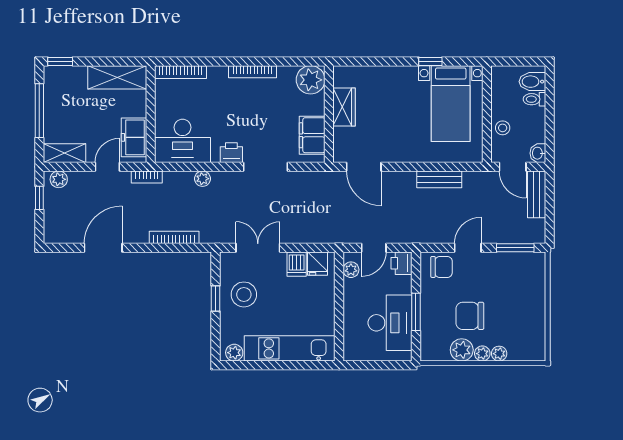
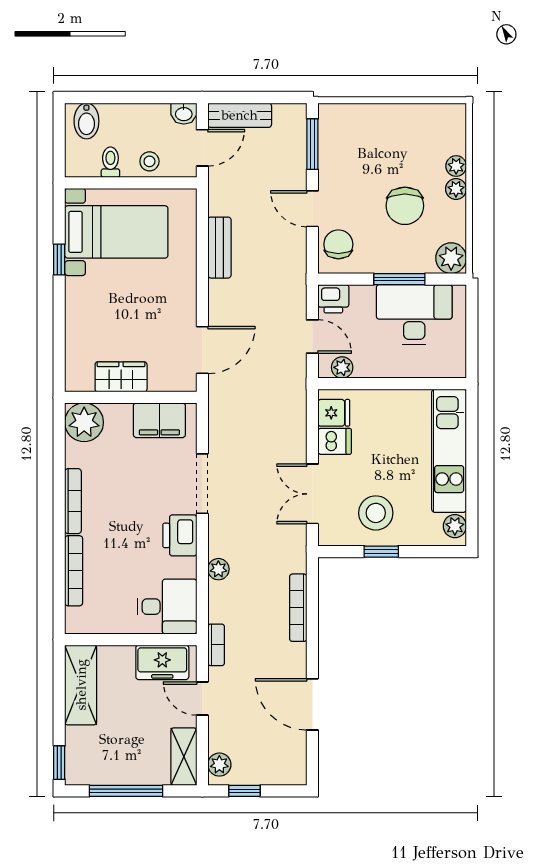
bookcase: (181, 72) -> (74, 571), moved
toilet: (534, 99) -> (110, 162), moved, turned 180
desk: (183, 141) -> (167, 607), width x0.73
printer: (231, 153) -> (180, 535), width x1.36, depth x1.24
plant: (462, 350) -> (451, 258), moved

